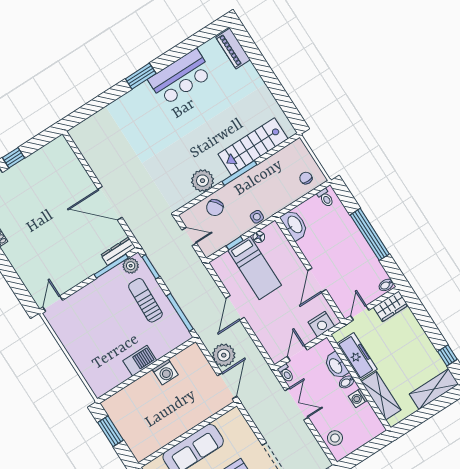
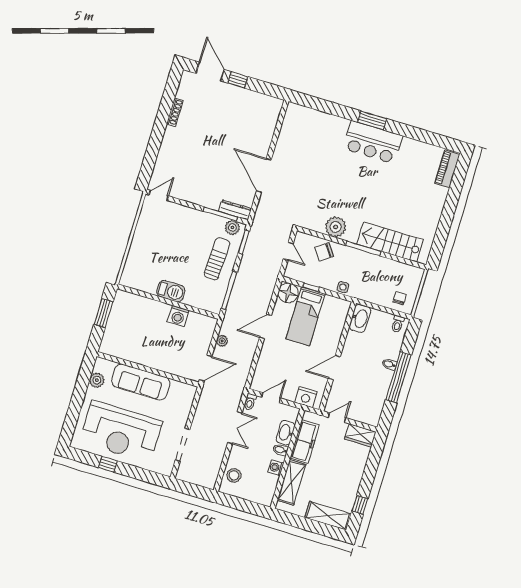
bar counter: (181, 77) -> (373, 142), moved
floor lamp: (259, 237) -> (288, 293), moved, width x1.89, depth x1.89
bidet: (386, 285) -> (389, 364), moved
plant: (224, 355) -> (222, 341), width x0.53, depth x0.53

